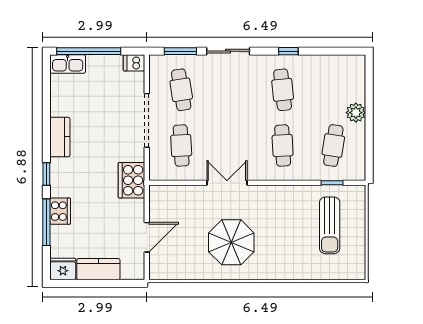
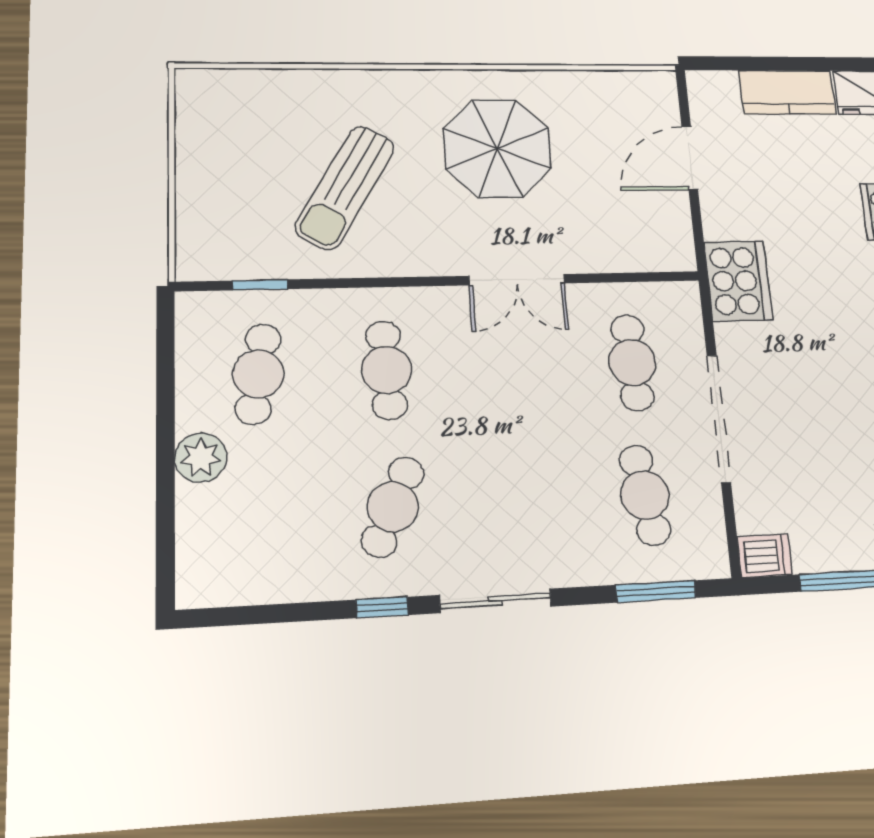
sliding door: (228, 51) -> (496, 601), moved
cafe table: (283, 90) -> (393, 507), turned 30
sun lounger: (330, 225) -> (345, 187), moved, turned -150

